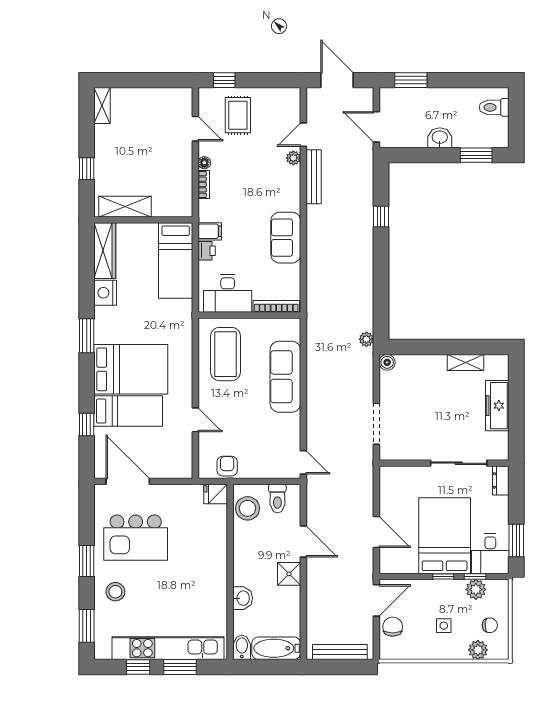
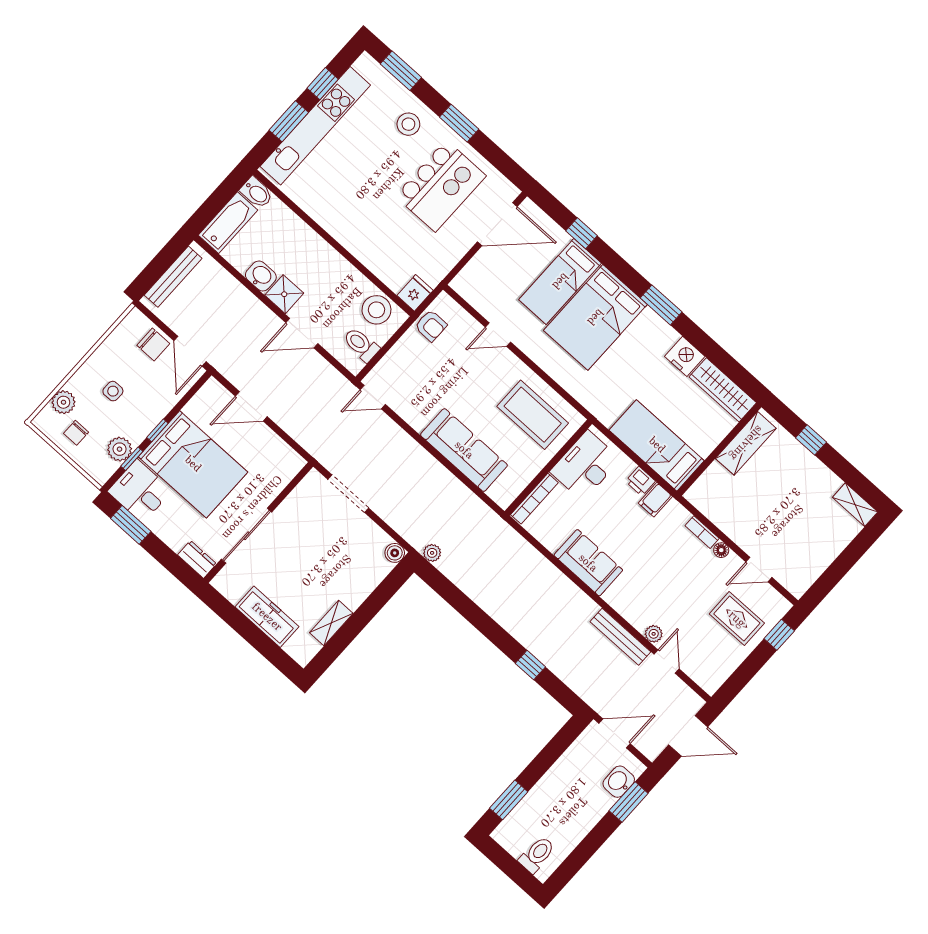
washbasin: (440, 138) -> (619, 782), moved, turned 180
kitchen island: (136, 538) -> (441, 186), turned 180
washbasin: (243, 598) -> (261, 276), moved, turned 180

